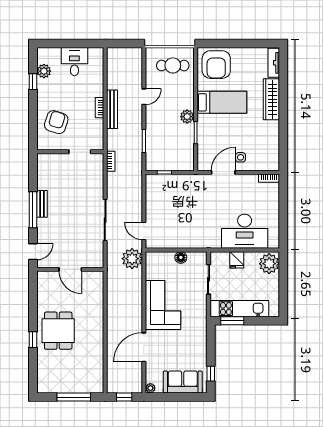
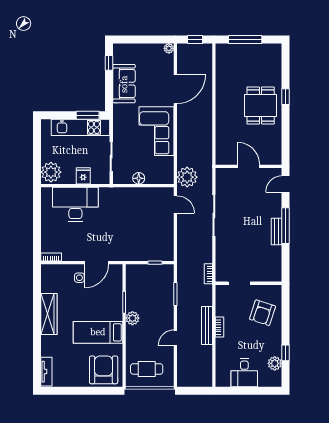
wardrobe: (271, 99) -> (49, 314), moved
sofa: (183, 382) -> (124, 84), moved, turned -90

